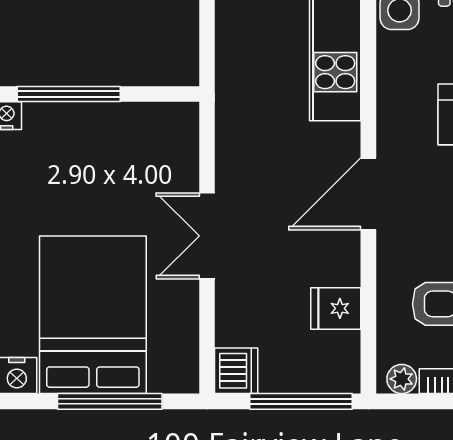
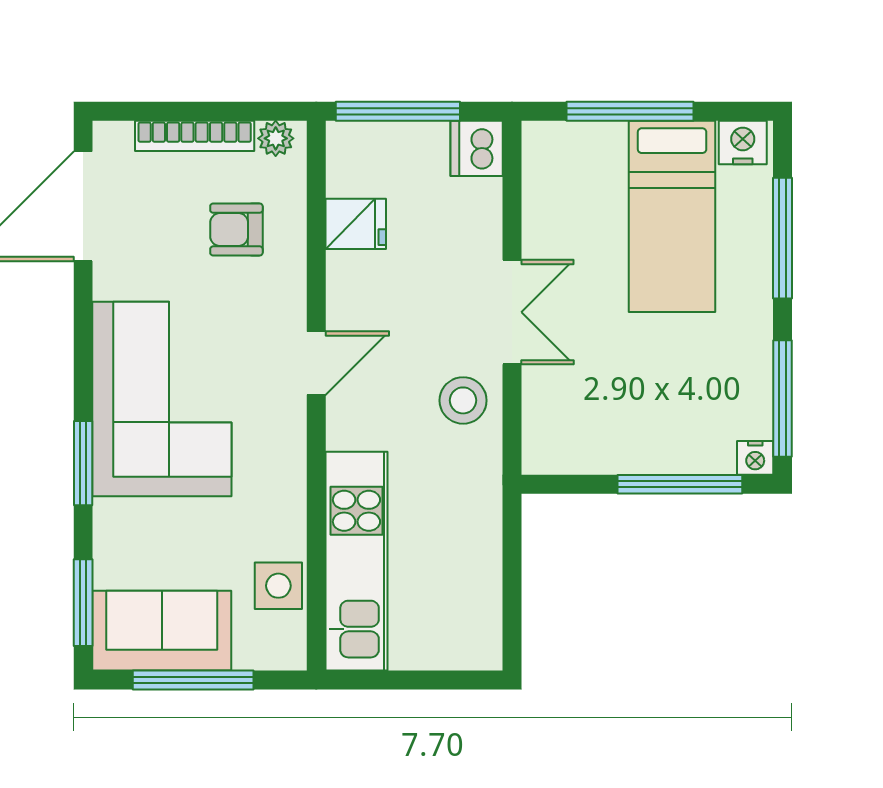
stool: (247, 163) -> (463, 400), added
door: (368, 194) -> (316, 363), width x0.73
bed: (93, 315) -> (672, 216), width x0.67

